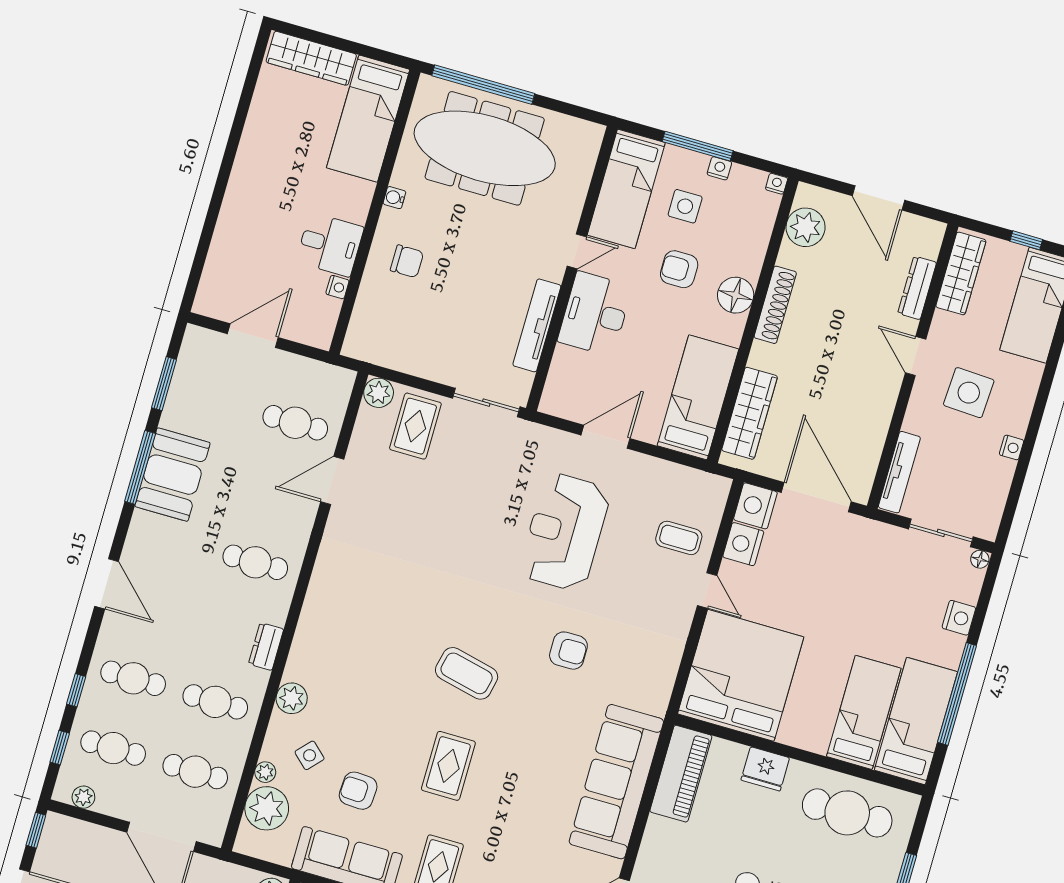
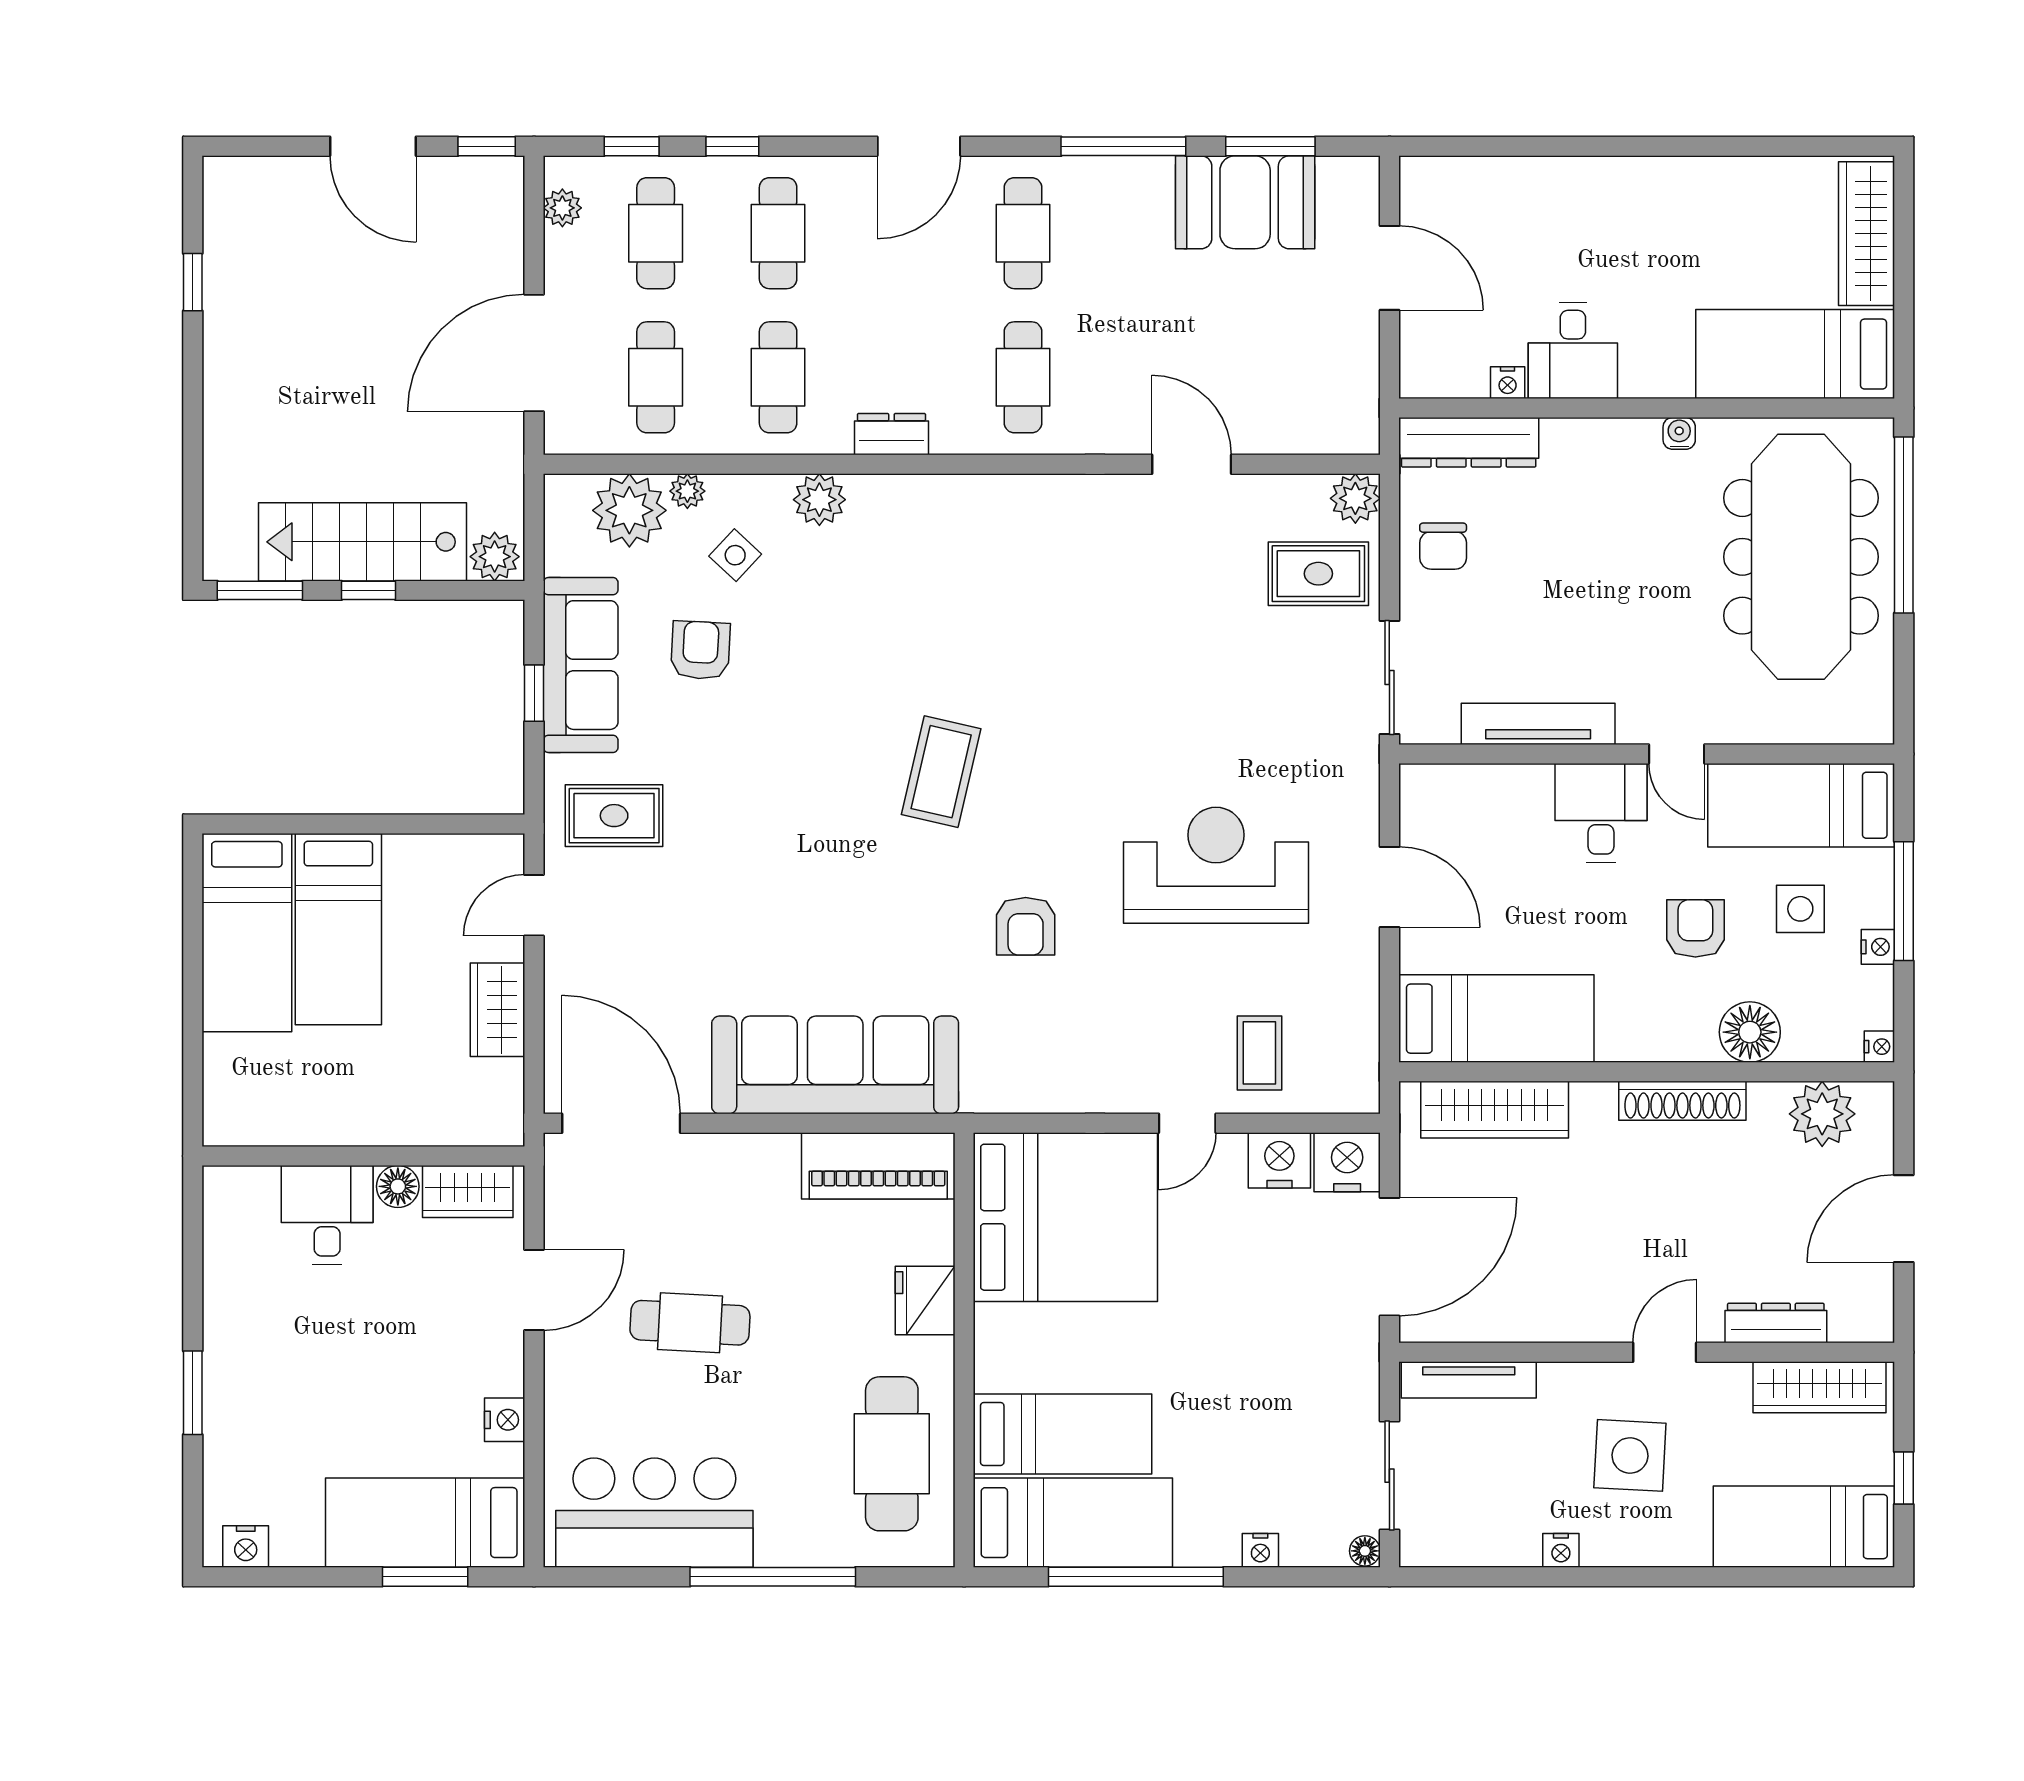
chair: (407, 261) -> (1443, 546), moved
floor lamp: (736, 295) -> (1750, 1032), moved
desk: (595, 314) -> (1601, 813), width x0.73
dresser: (365, 319) -> (1469, 442), added
cafe table: (295, 423) -> (1023, 233), moved
booth: (172, 475) -> (1245, 202), moved
nightstand: (959, 618) -> (1260, 1550), width x0.72, depth x0.74
rug: (448, 766) -> (783, 785), removed

